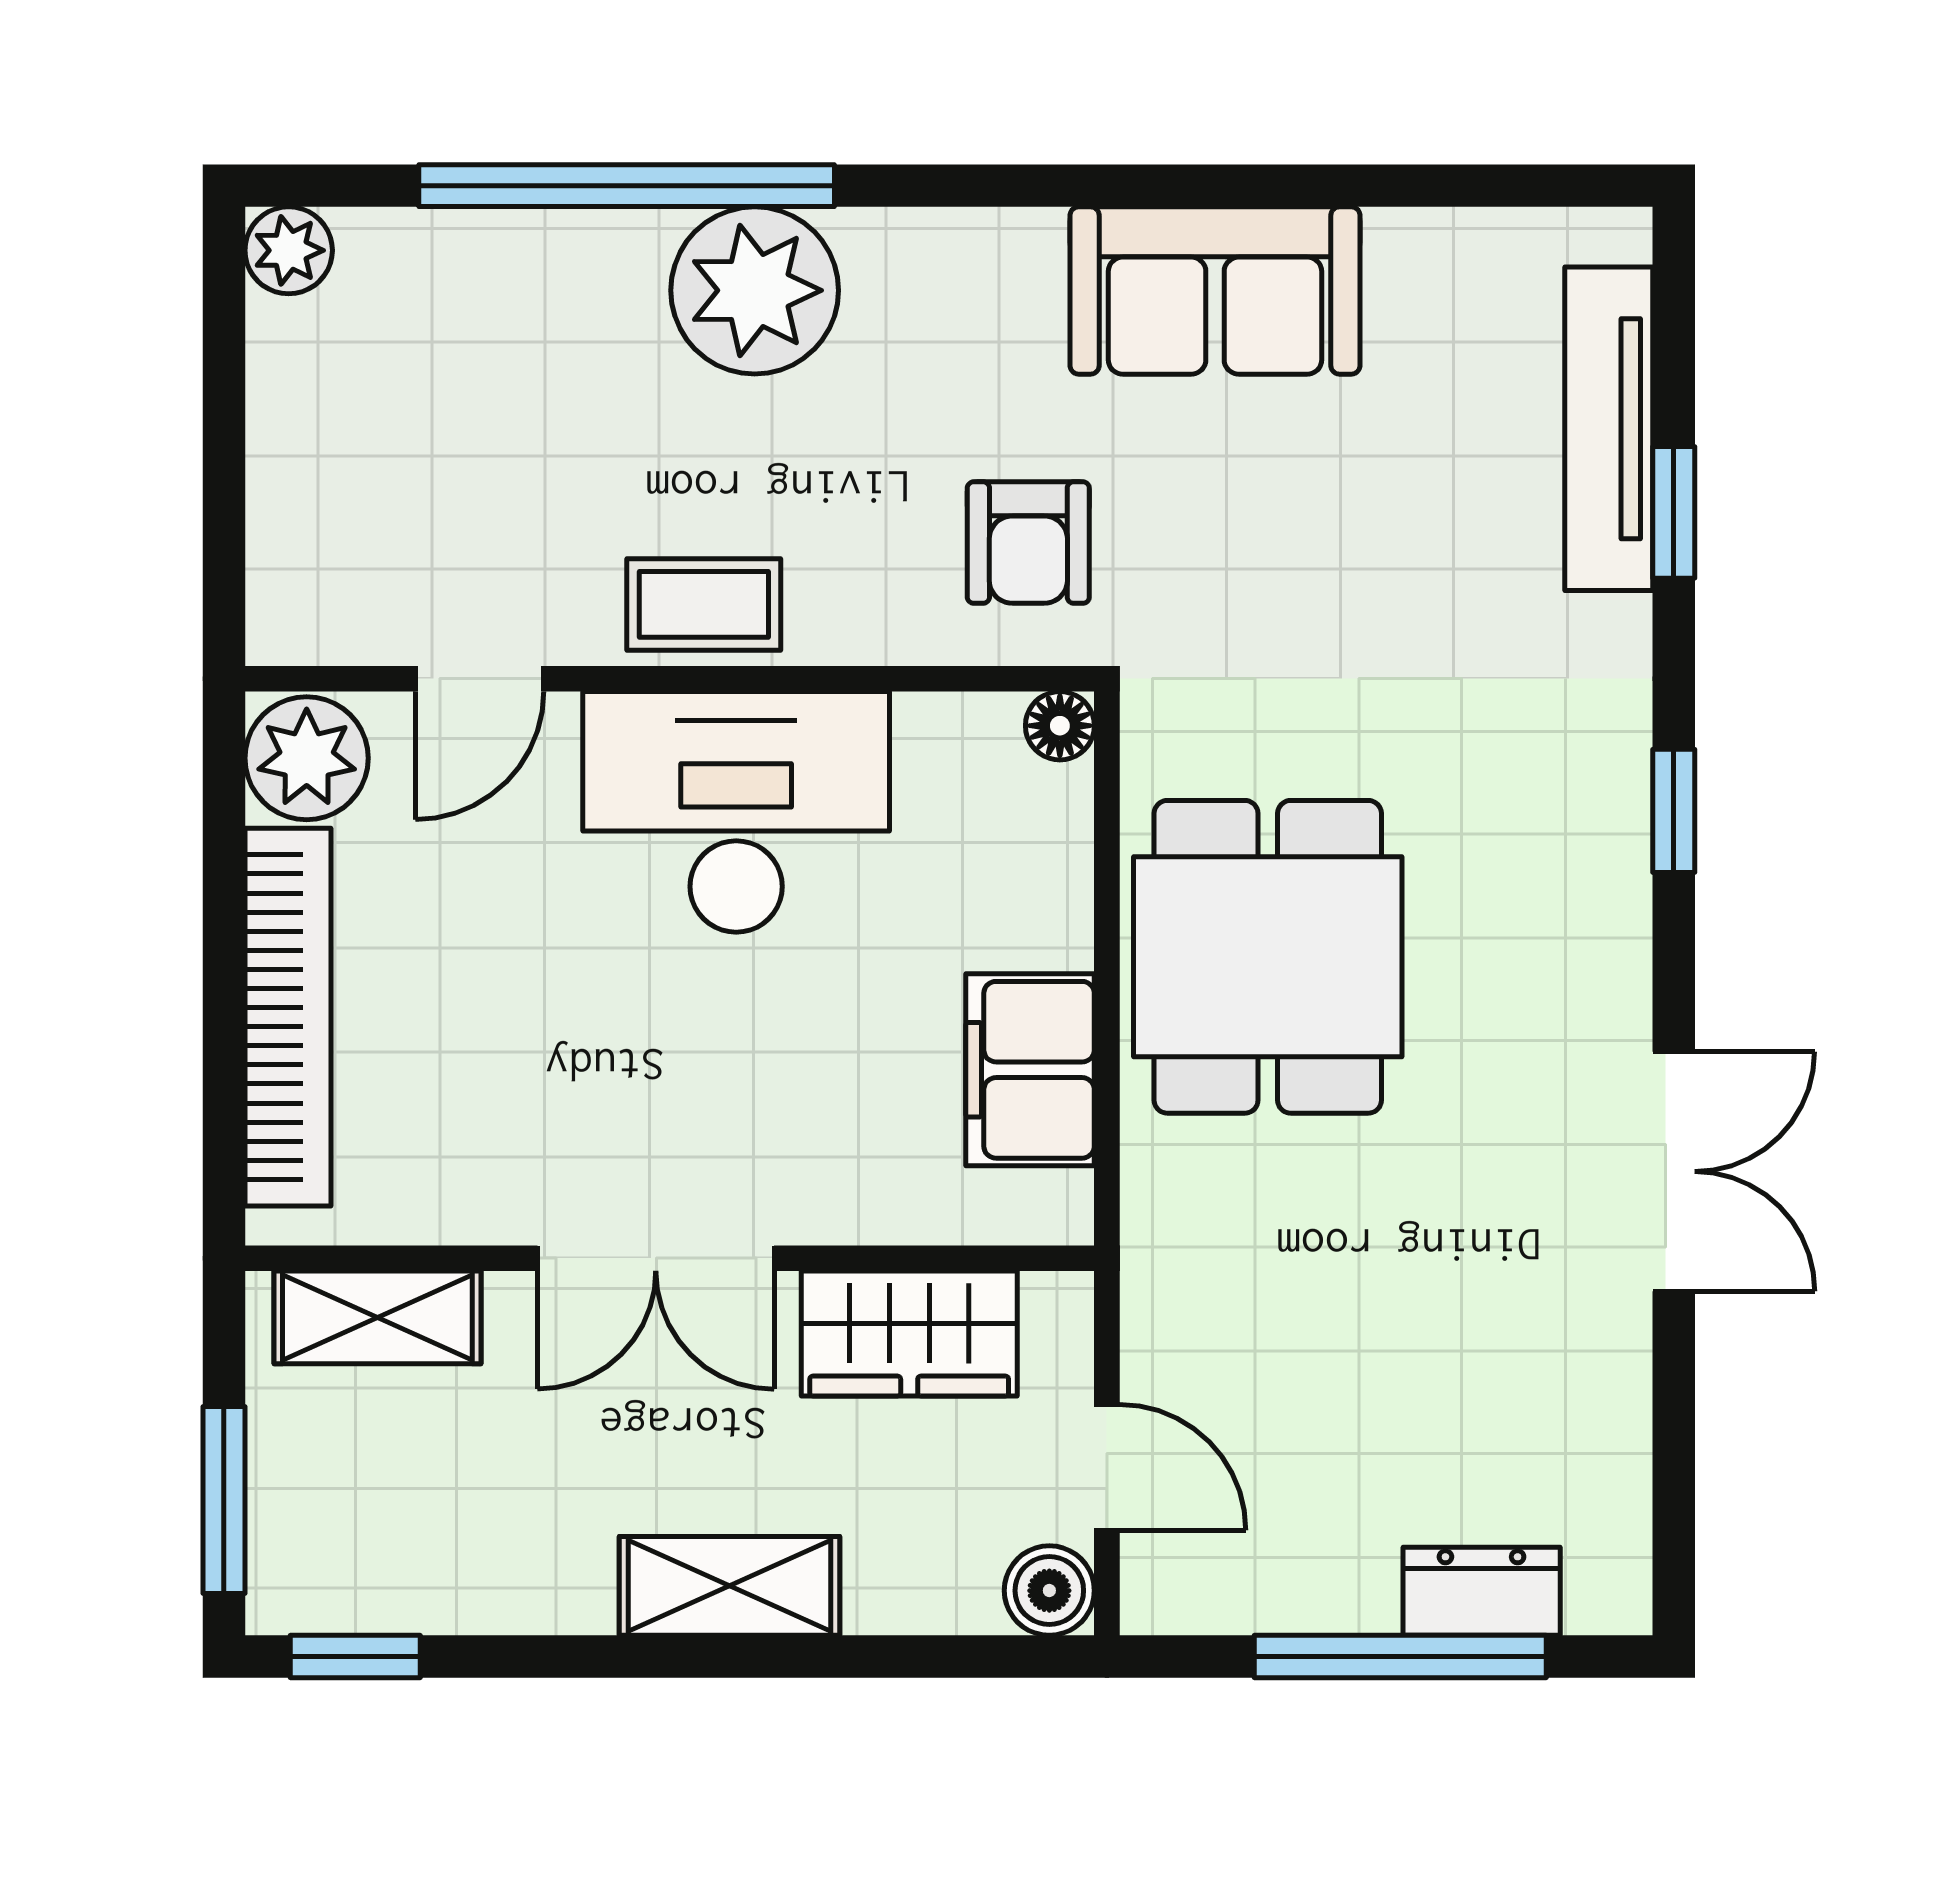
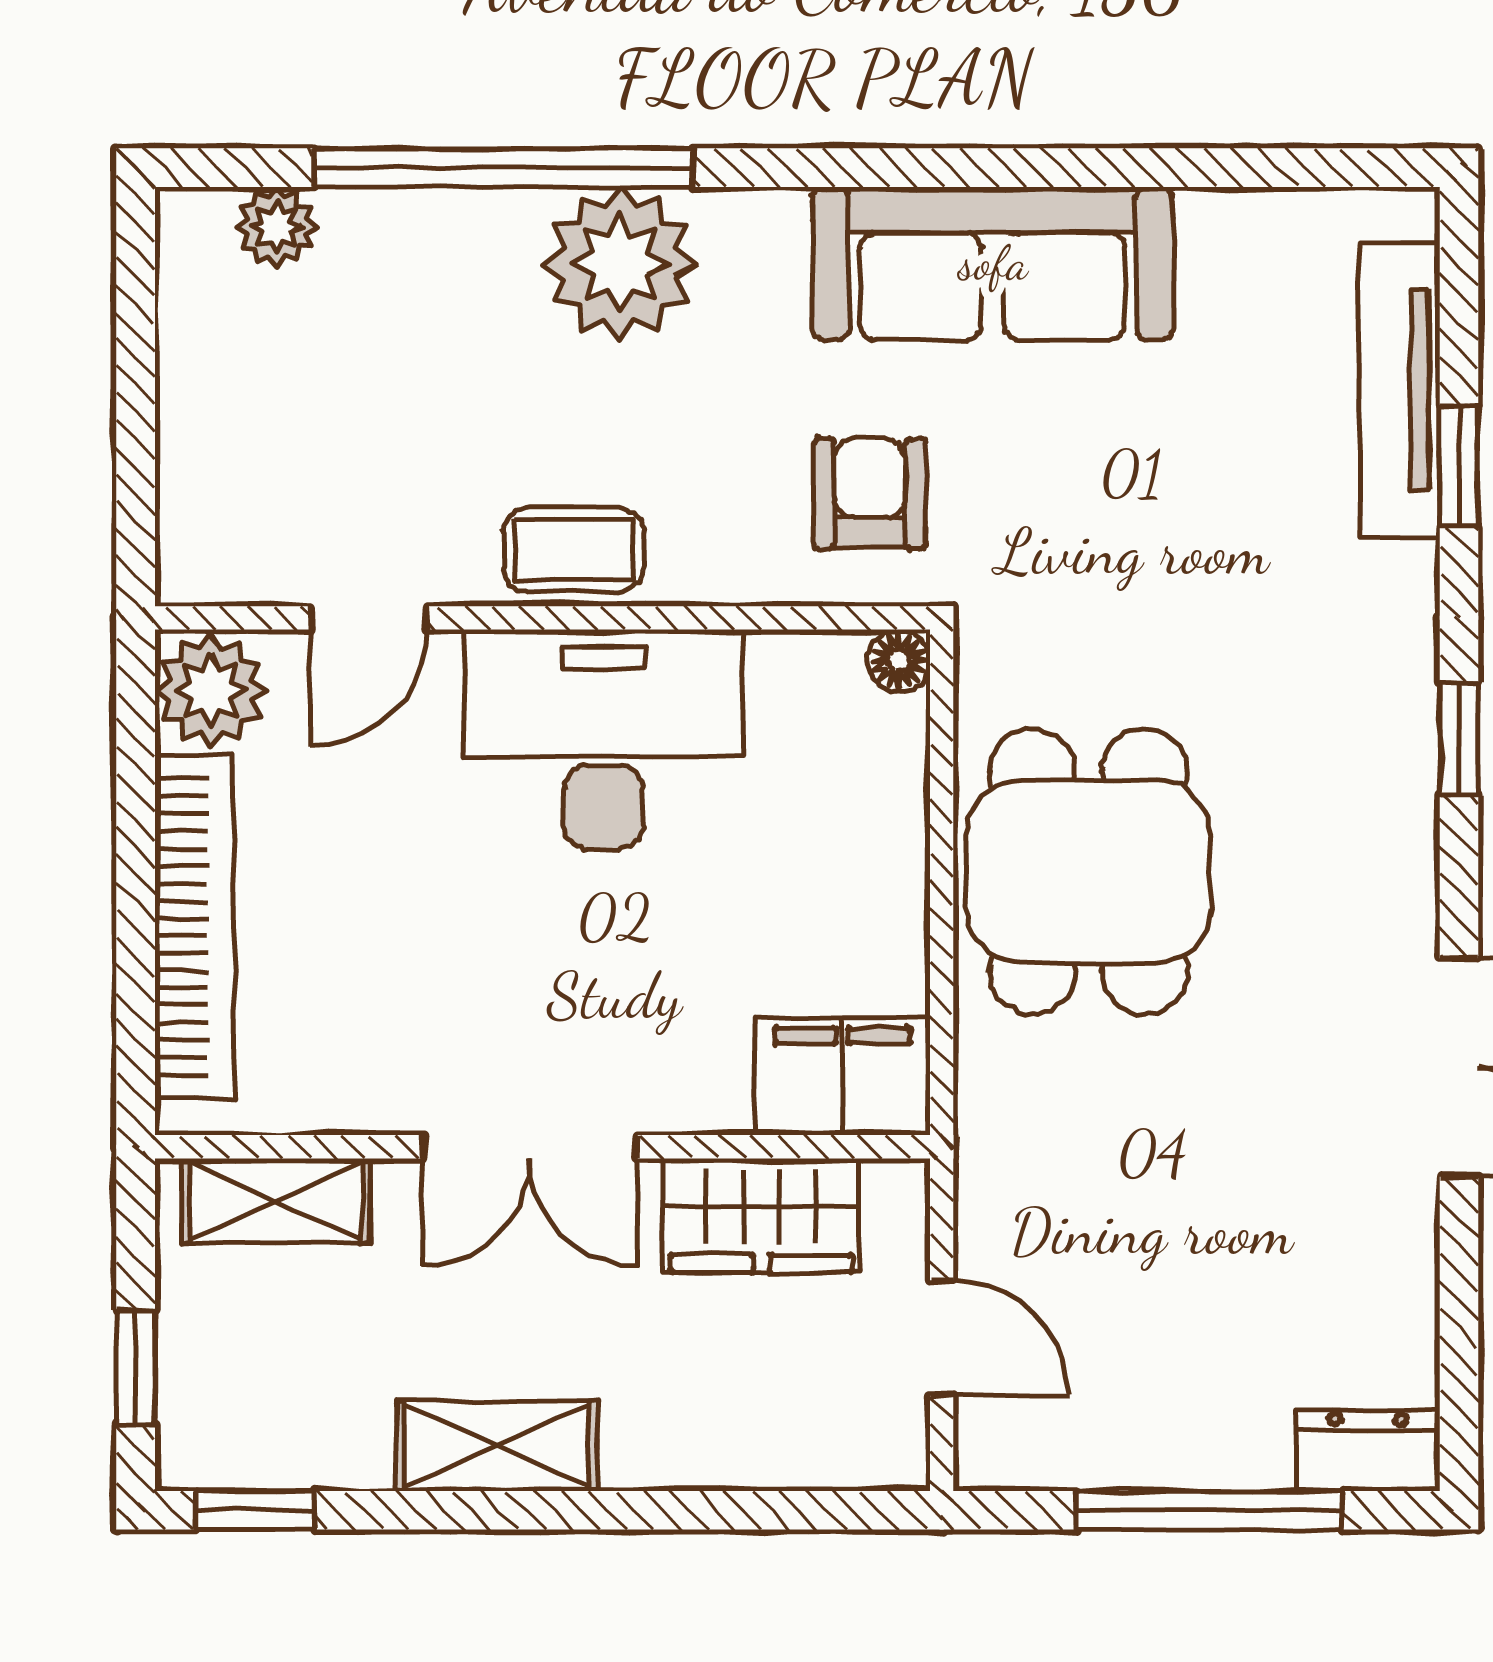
plant: (289, 250) -> (277, 227), moved
sofa: (1215, 290) -> (993, 263), width x1.36
armchair: (1028, 543) -> (870, 494), turned 180
filing cabinet: (1030, 1070) -> (842, 1077), moved, turned 90
window: (224, 1500) -> (136, 1367), width x0.67
shelving: (730, 1586) -> (497, 1446), moved
boiler: (1049, 1591) -> (889, 1450), removed
dresser: (1482, 1591) -> (1368, 1451), moved

